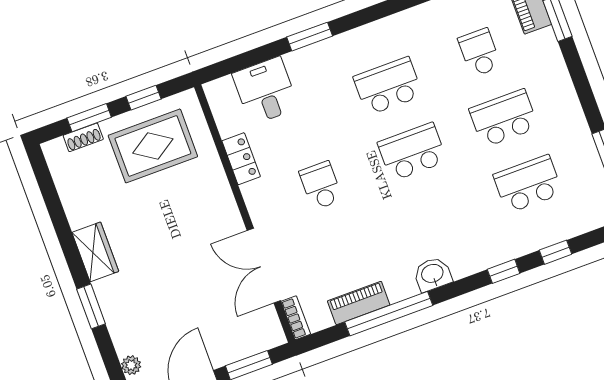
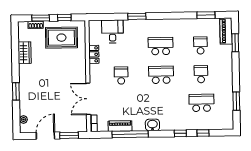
school desk: (504, 118) -> (201, 74), width x0.54
wardrobe: (95, 252) -> (25, 53), moved

